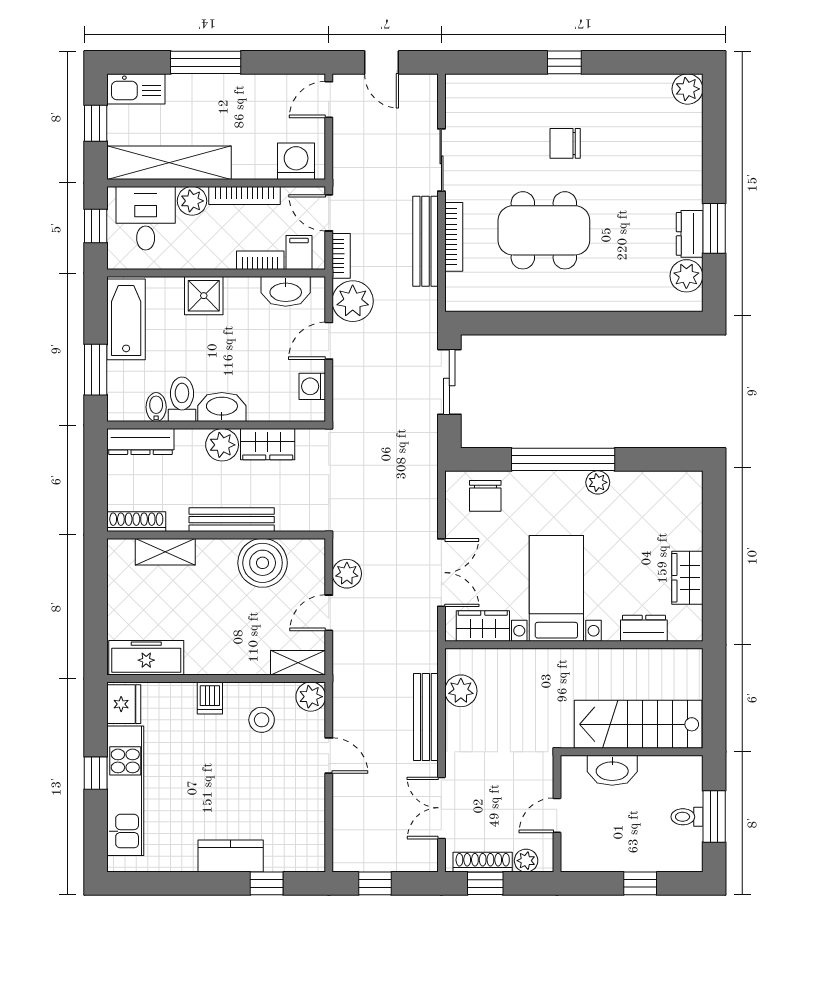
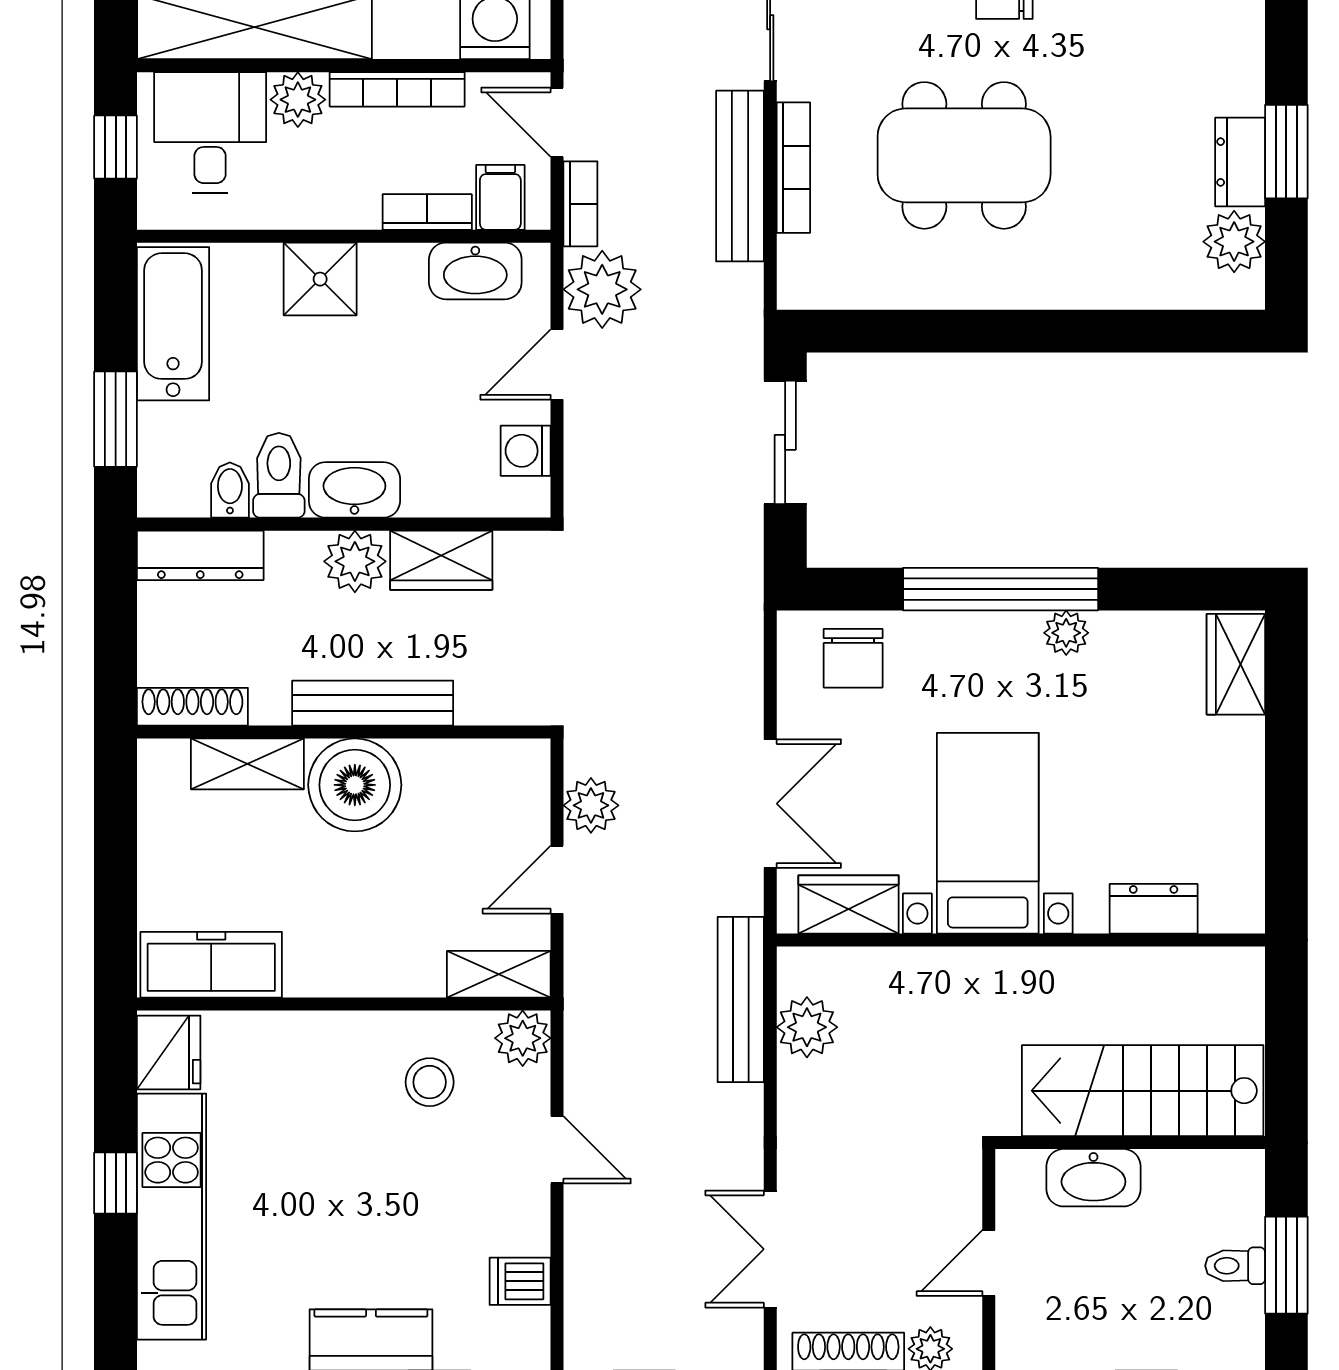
boiler: (263, 563) -> (355, 785), moved
wardrobe: (687, 578) -> (1236, 664), moved
dishwasher: (210, 698) -> (520, 1281), moved, turned 90
bench: (426, 717) -> (741, 999), moved

